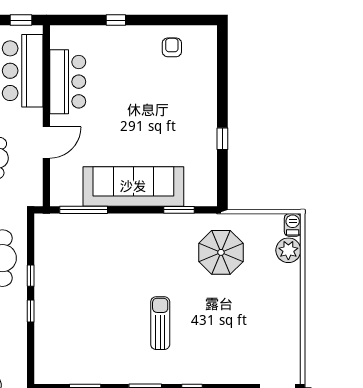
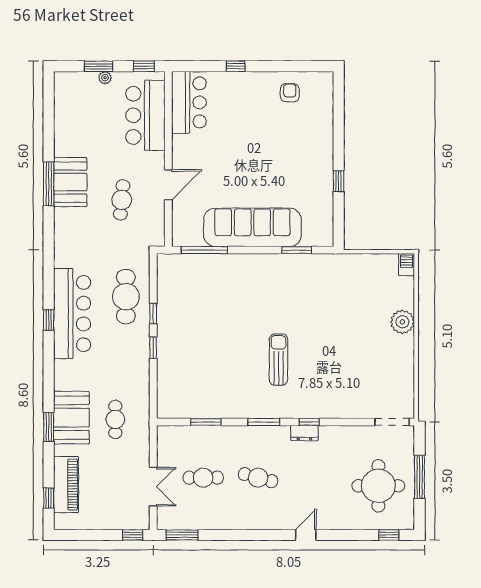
bar counter: (68, 82) -> (189, 102), moved
plant: (288, 250) -> (402, 322), moved
parasol: (221, 252) -> (337, 291), removed

